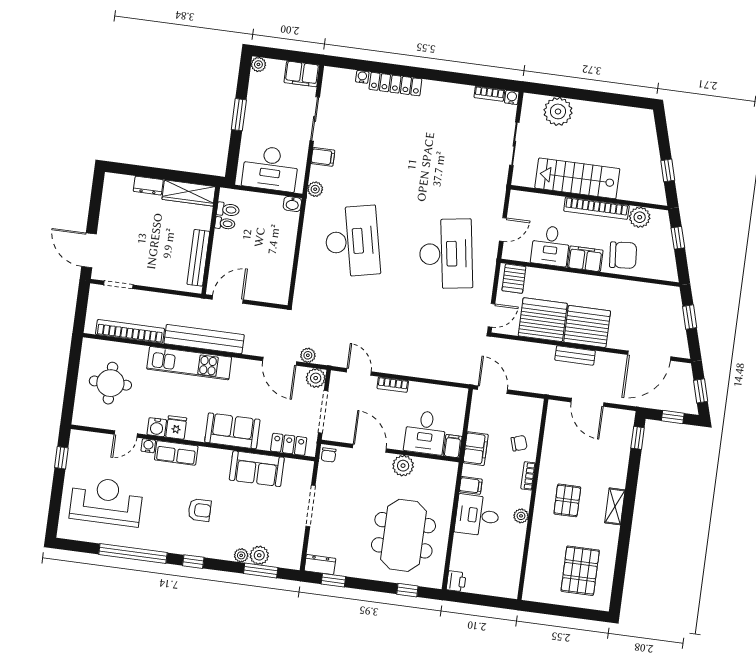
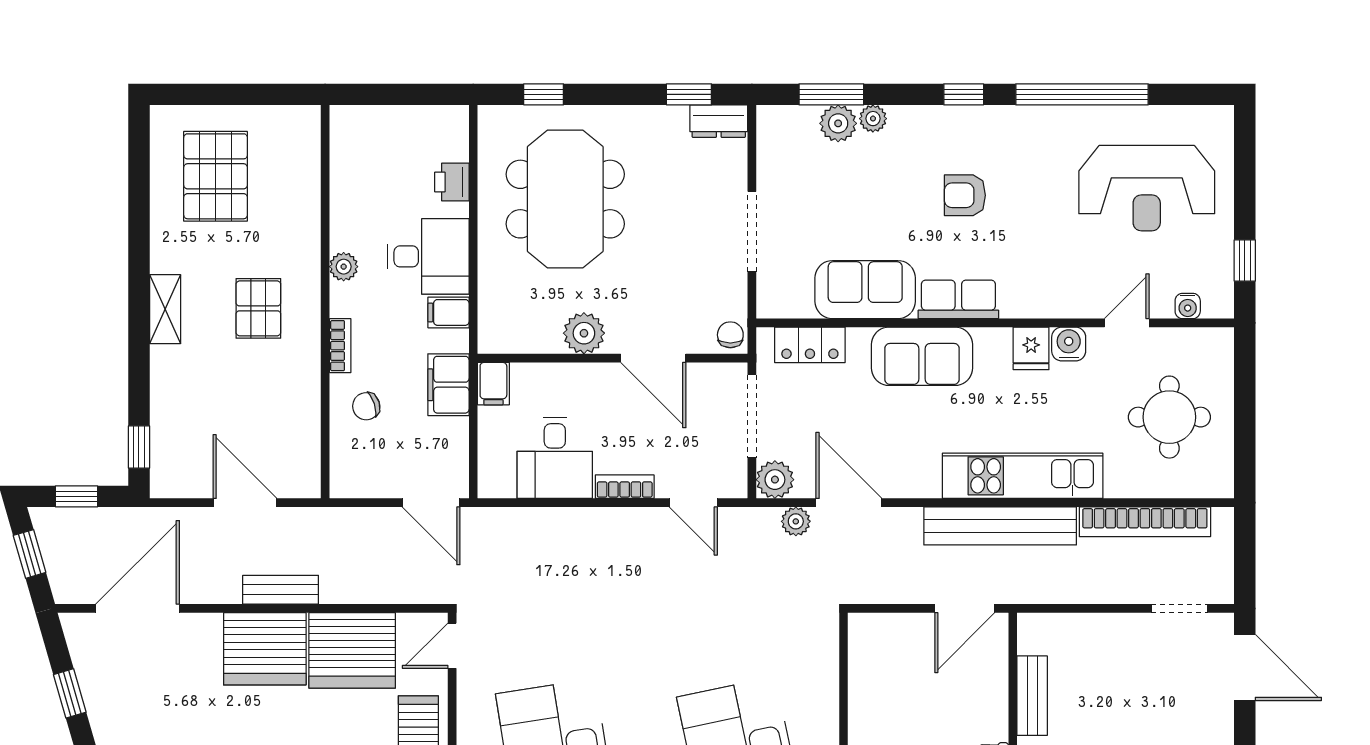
bench: (198, 258) -> (1032, 696), width x0.73
desk: (425, 432) -> (555, 458), moved, turned 180
water cooler: (148, 446) -> (1188, 306), moved
row of seats: (176, 453) -> (958, 299), moved
printer: (456, 581) -> (452, 182), moved

